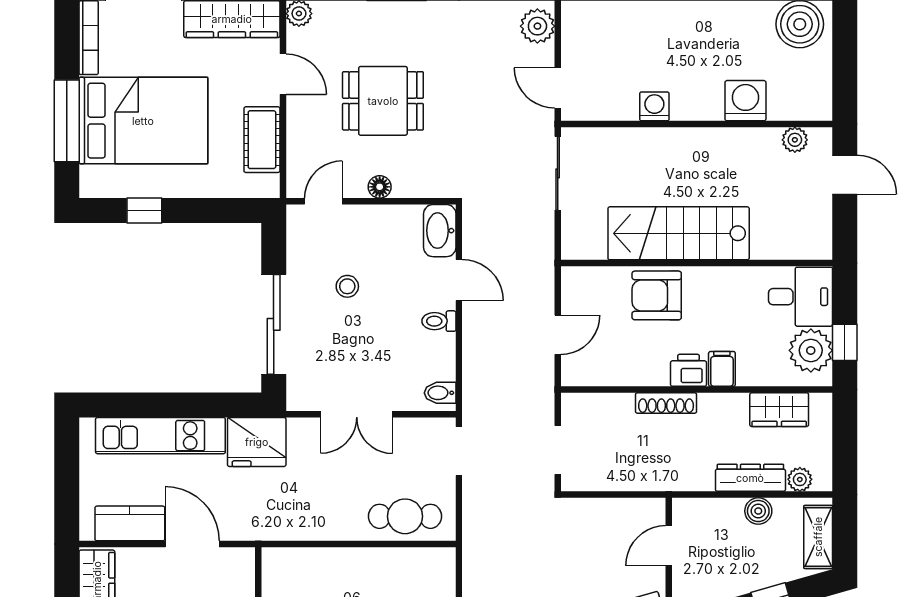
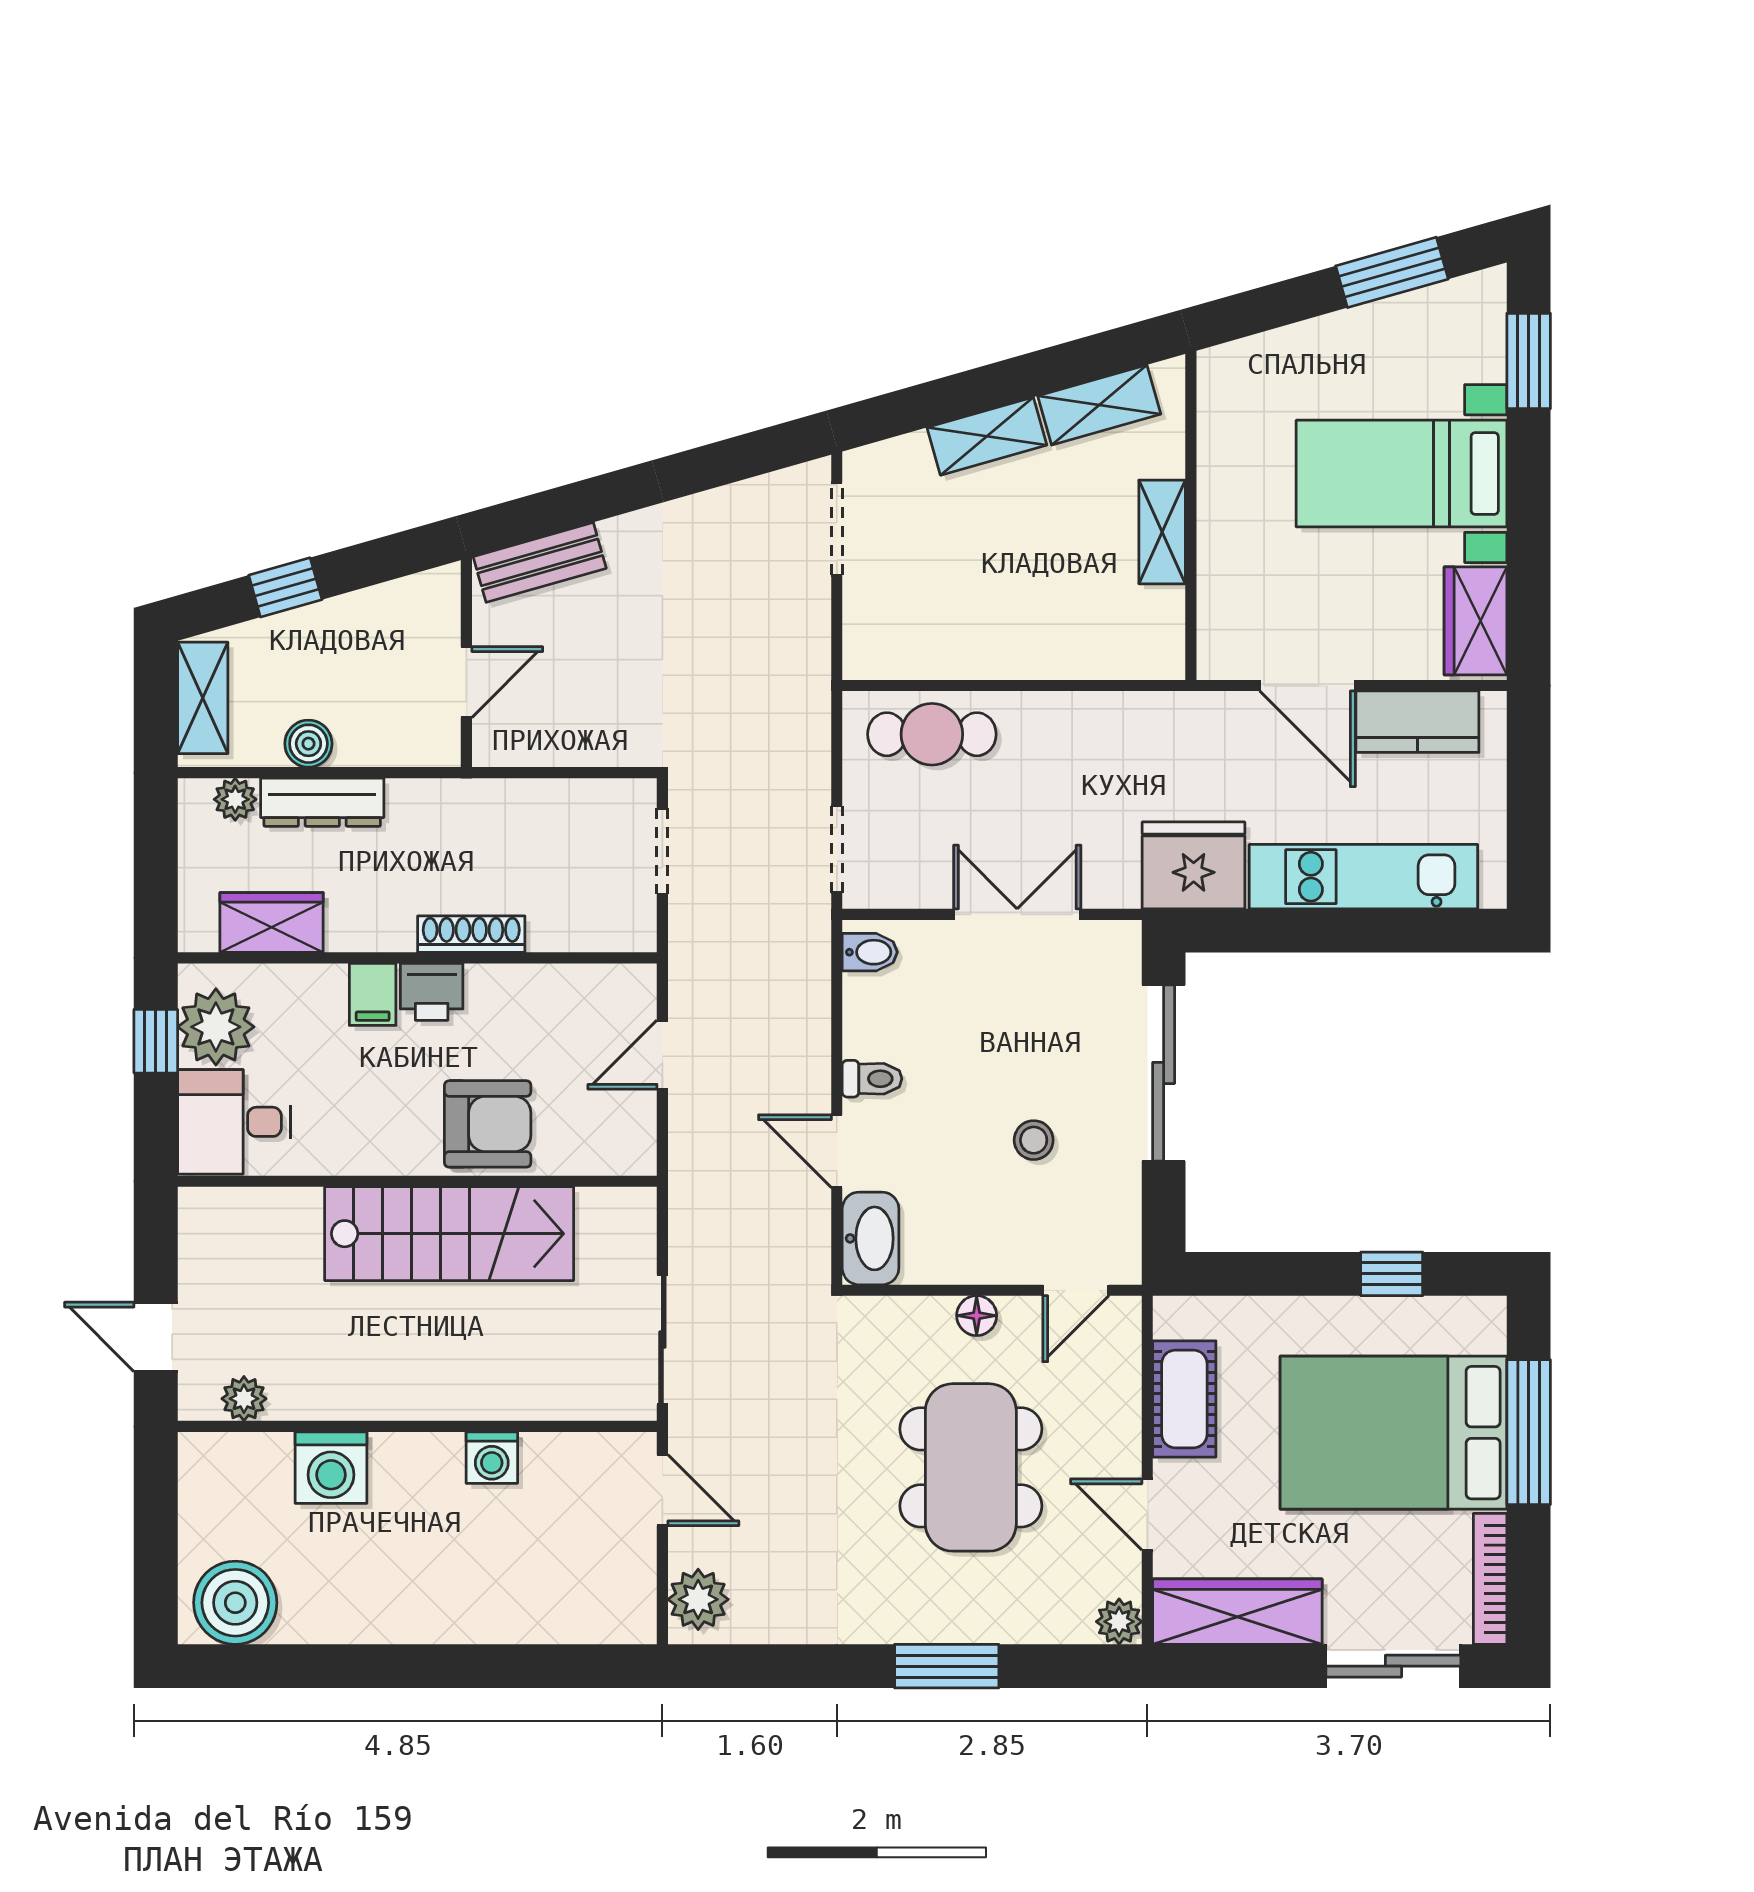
dining table: (383, 101) -> (971, 1467), width x1.38

